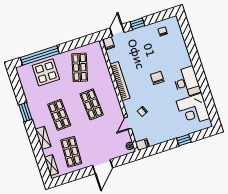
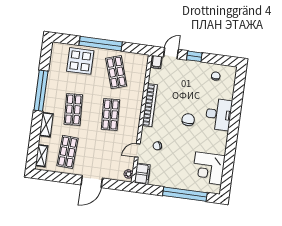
window: (40, 55) -> (101, 44), moved
shop shelf: (80, 67) -> (116, 72), turned -33
desk: (187, 82) -> (219, 114), moved
window: (25, 112) -> (41, 91), width x2.11
window: (184, 140) -> (185, 194), width x3.17
filing cabinet: (142, 145) -> (142, 174), width x2.00

